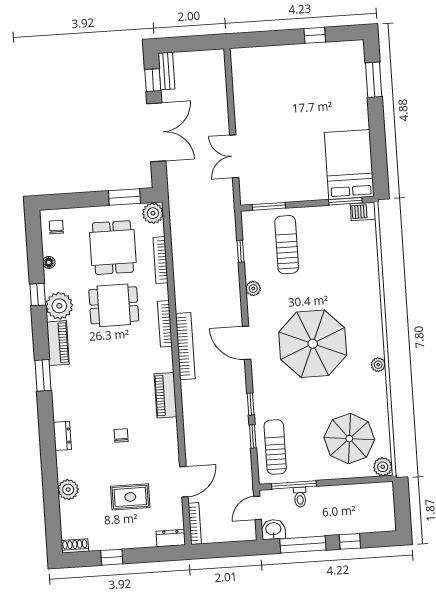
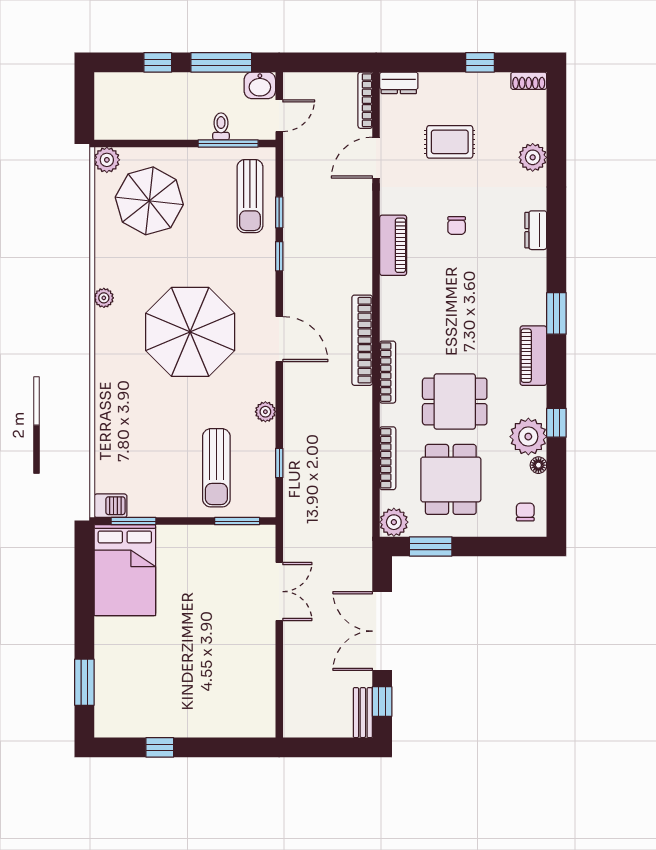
chair: (56, 227) -> (525, 512), turned 180
plant: (59, 306) -> (528, 437), moved
piano: (166, 395) -> (393, 245), moved

